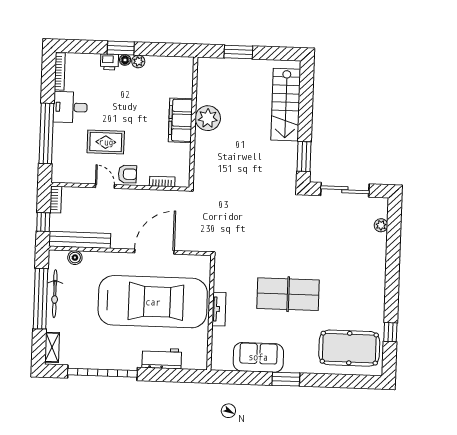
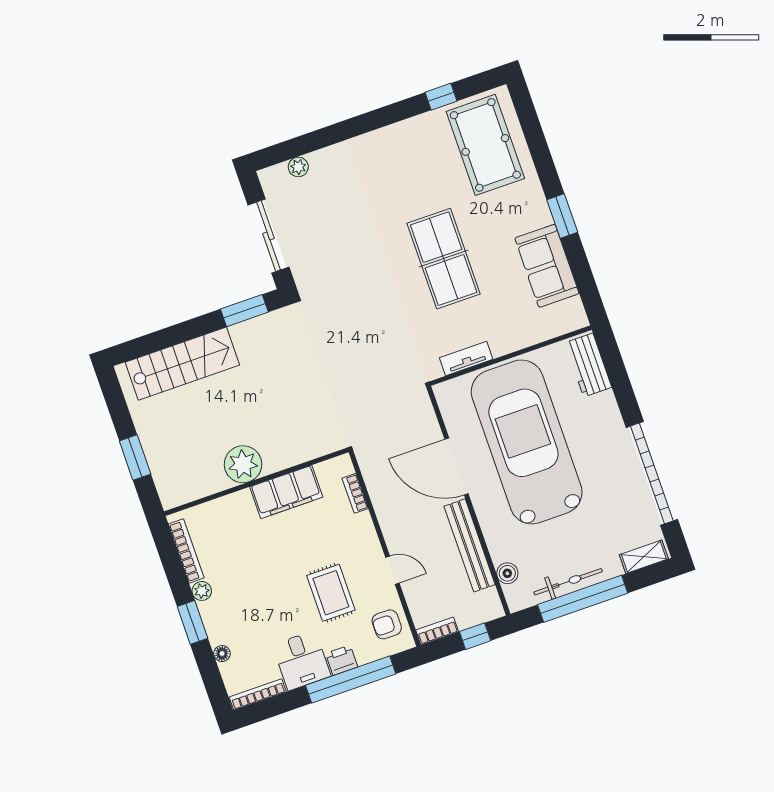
floor lamp: (125, 60) -> (222, 654), moved
bookcase: (167, 61) -> (186, 551), added
printer: (109, 62) -> (342, 660), moved, turned -90
filing cabinet: (180, 120) -> (286, 492), moved
armchair: (127, 174) -> (387, 624), moved, turned -90
door: (105, 186) -> (392, 570), swing flipped
bench: (80, 240) -> (469, 545), moved
tv unit: (219, 309) -> (466, 359), moved
workbench: (162, 358) -> (588, 365), moved

